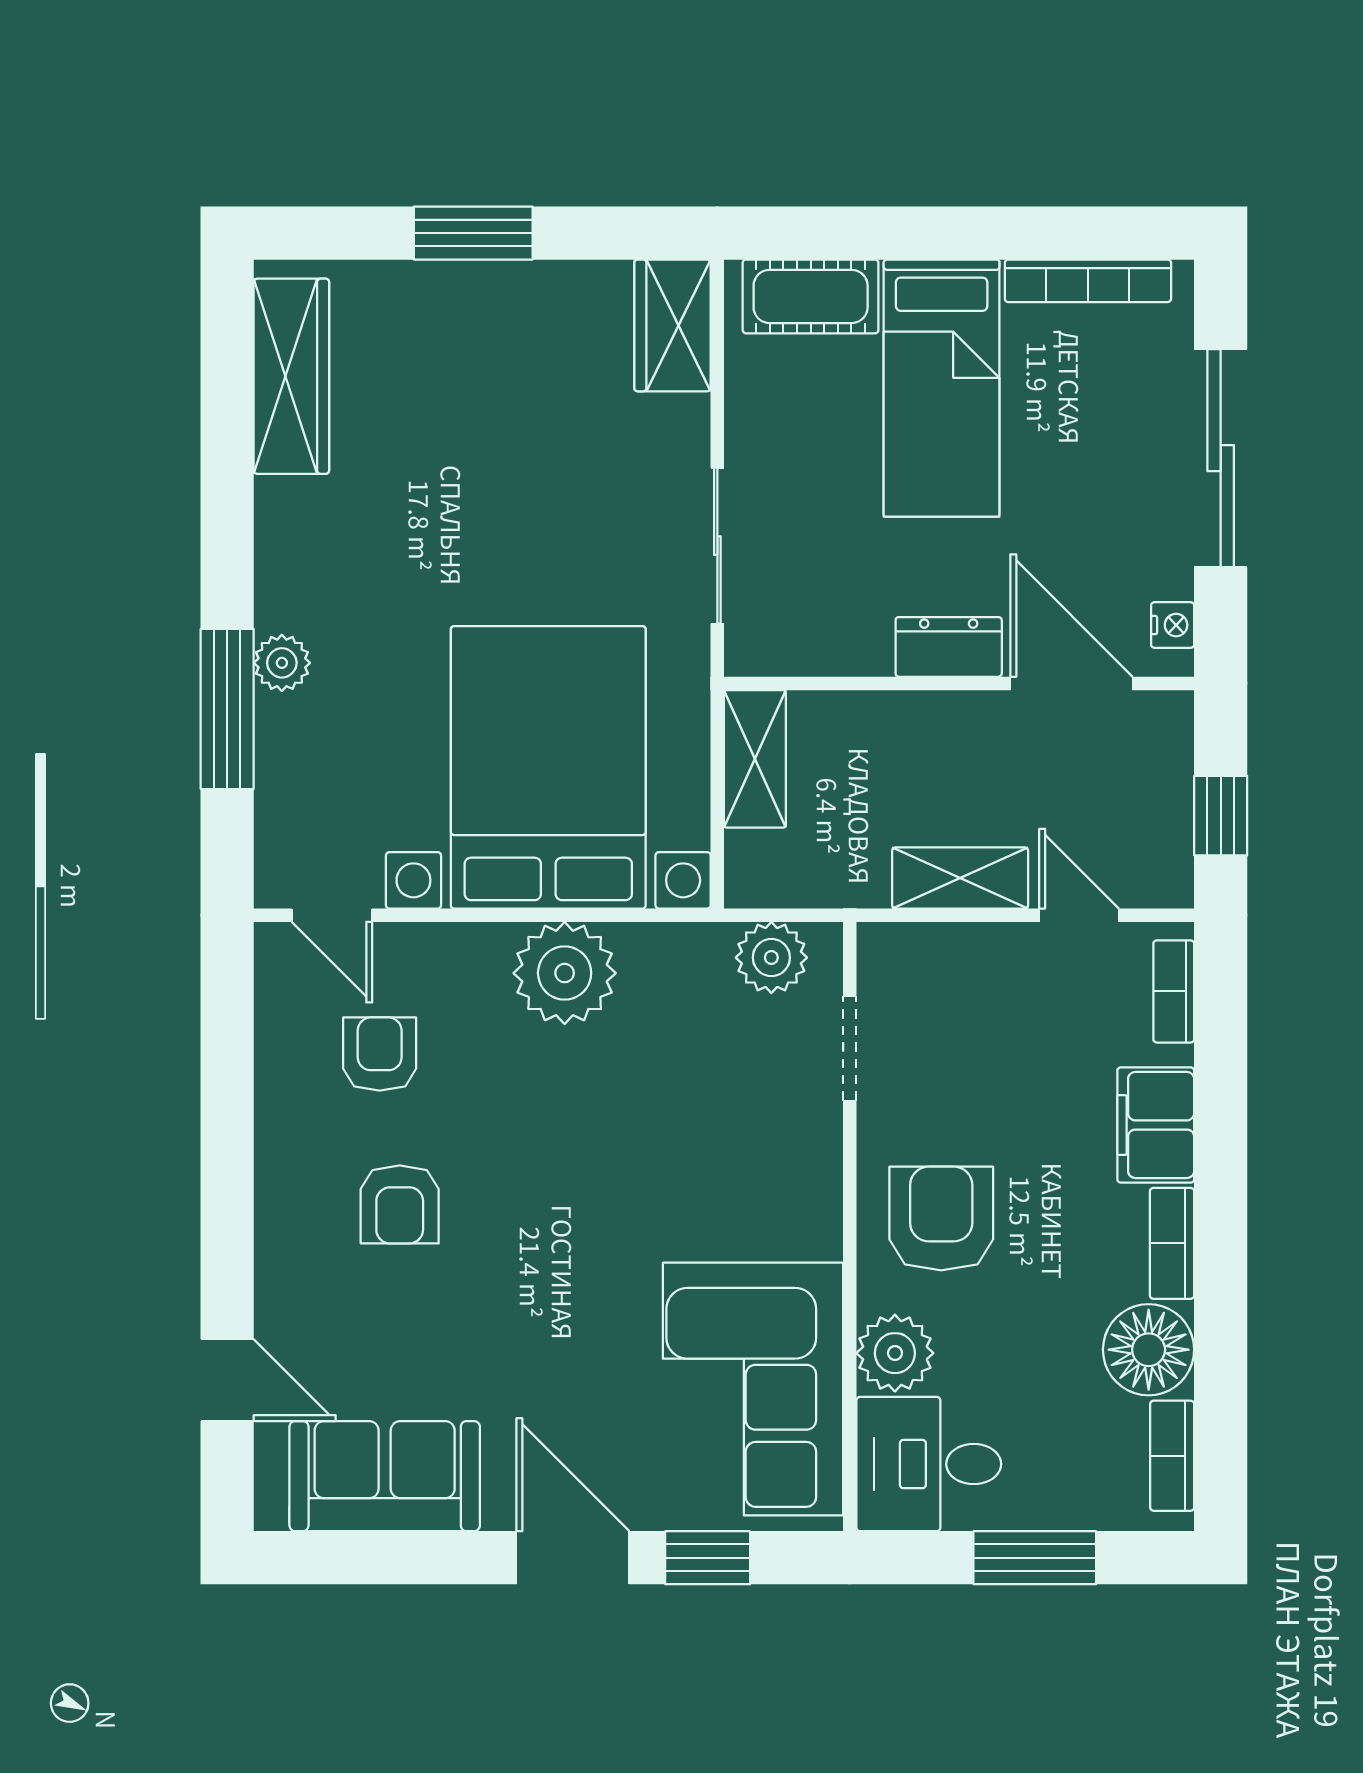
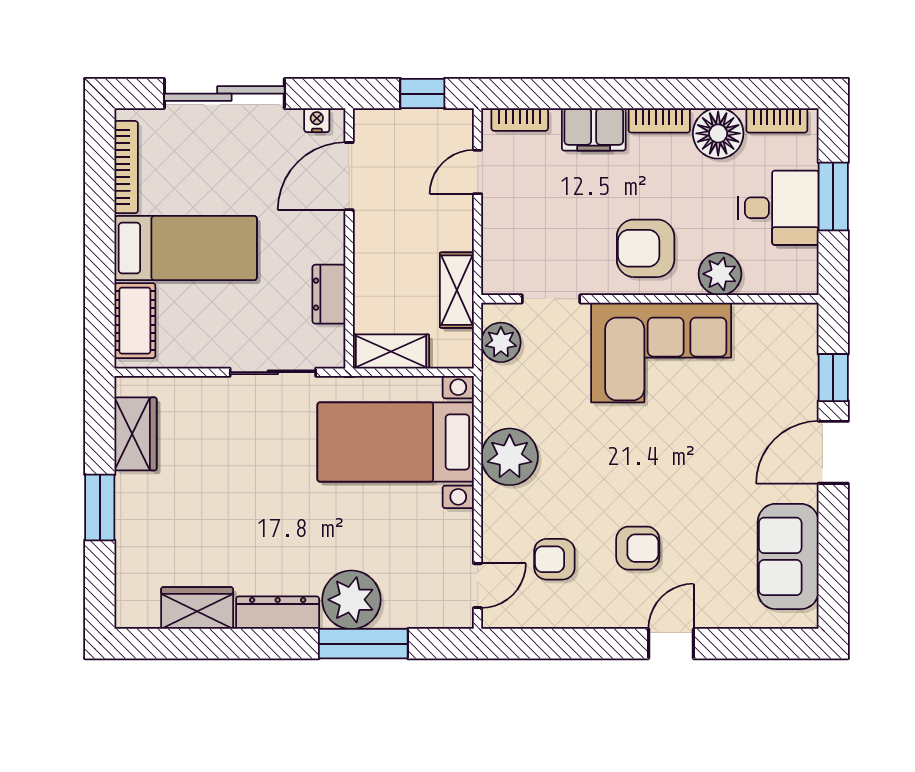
wardrobe: (672, 325) -> (136, 434), moved, turned -90
wardrobe: (291, 376) -> (197, 608), width x0.67
dresser: (283, 554) -> (278, 613), added
dresser: (949, 647) -> (329, 294), moved
plant: (282, 663) -> (351, 600), width x1.88, depth x1.88
bed with nightstands: (548, 767) -> (396, 442), width x0.73
shelving: (960, 878) -> (457, 290), moved
door: (227, 1380) -> (671, 644), moved
corner sofa: (753, 1389) -> (661, 353), moved
desk: (929, 1464) -> (779, 208), moved, turned -90

